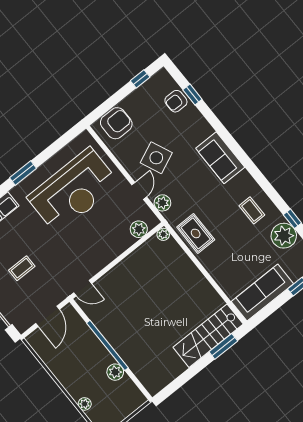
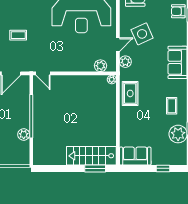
sofa: (262, 293) -> (135, 156), width x0.73

